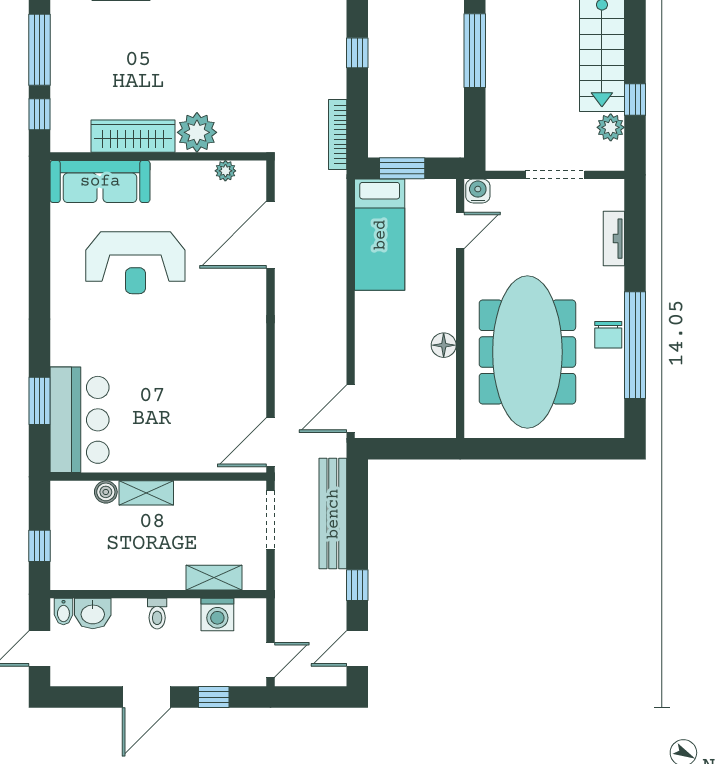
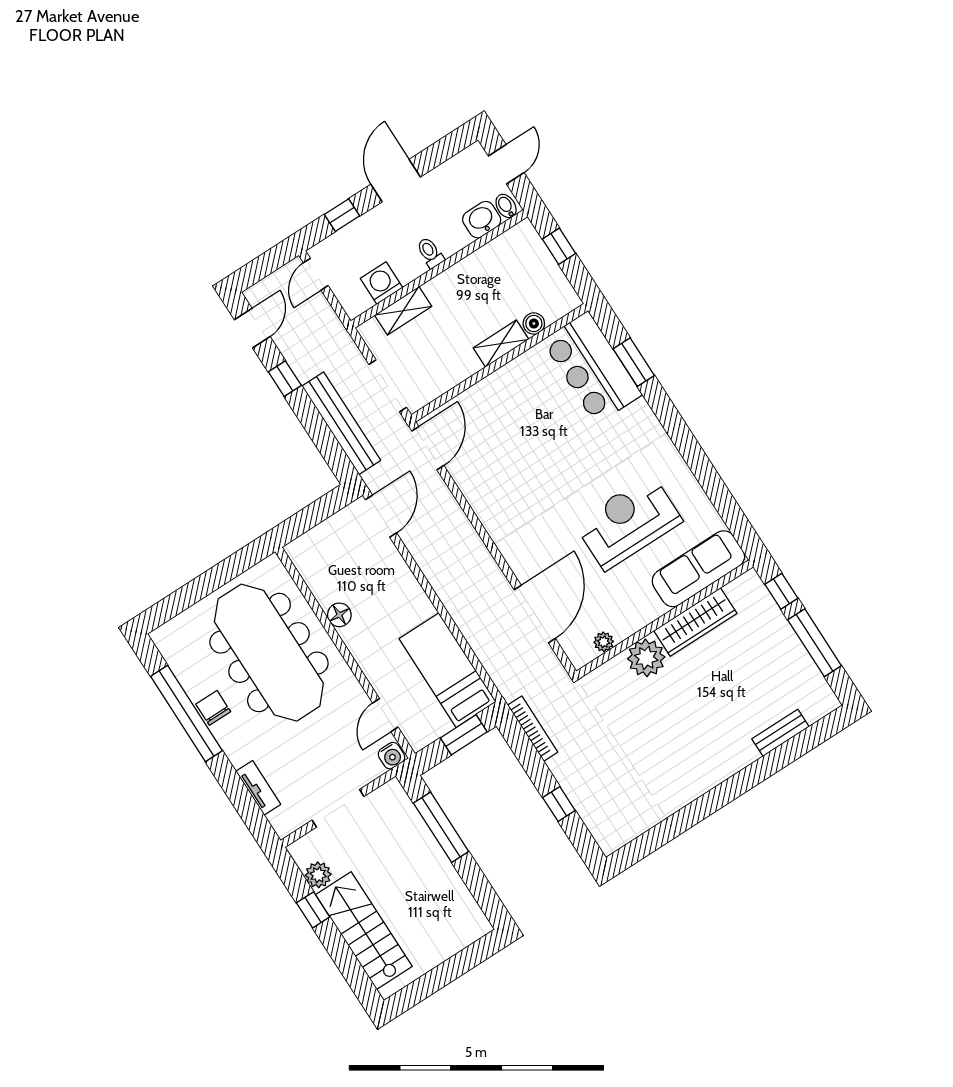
window: (475, 51) -> (441, 827), moved

